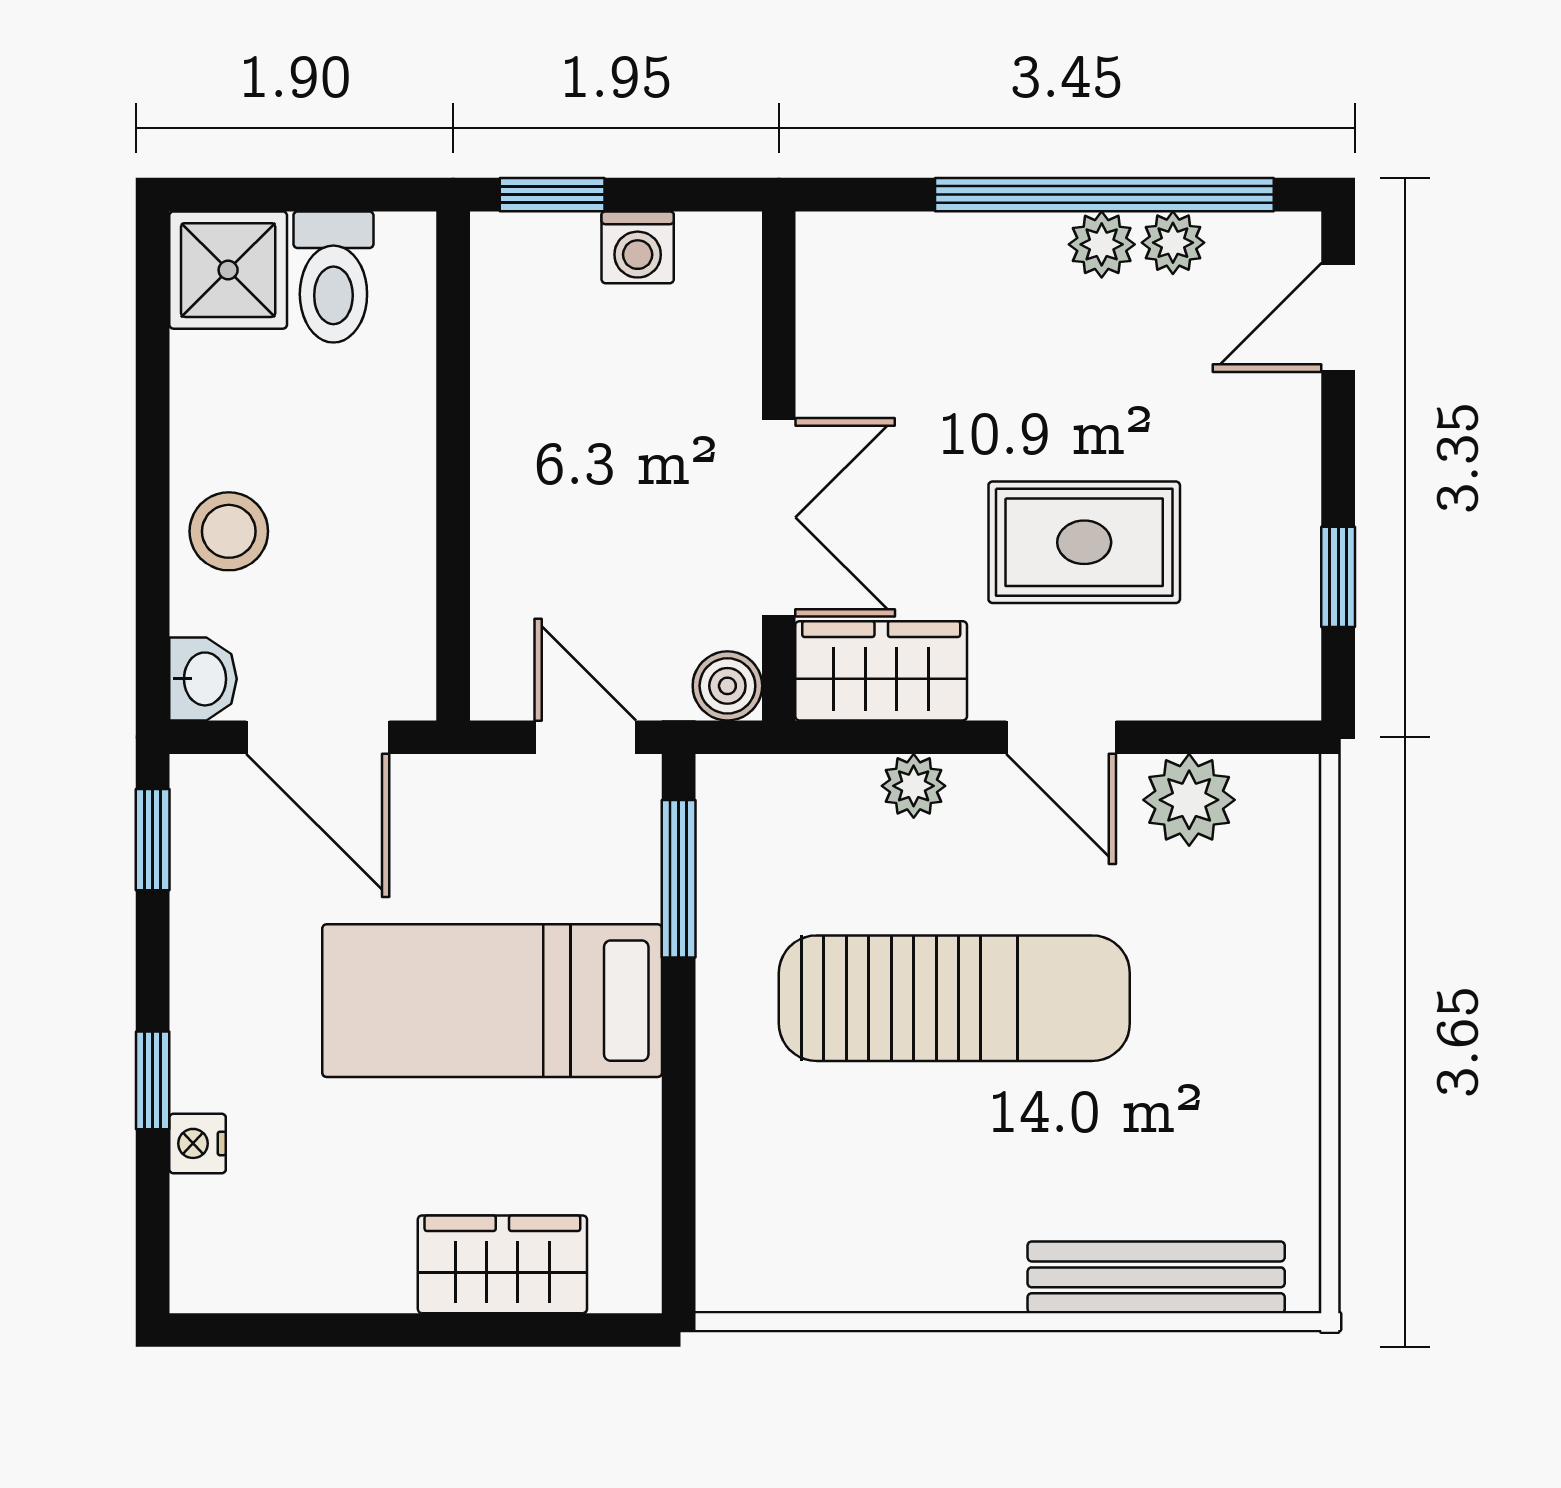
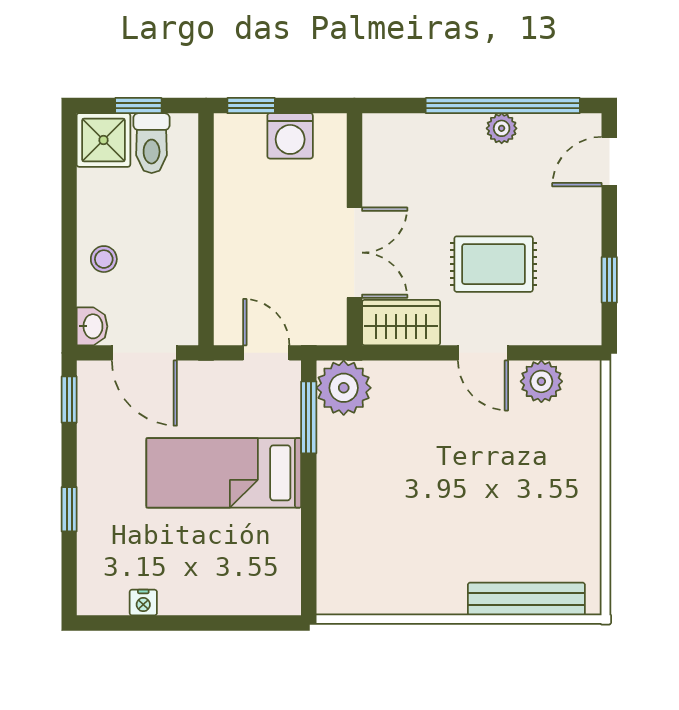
window: (305, 195) -> (138, 106), added
plant: (1173, 243) -> (534, 128), removed
washing machine: (638, 247) -> (290, 136), width x1.38, depth x1.38
stool: (229, 531) -> (104, 259), width x0.73, depth x0.73
boiler: (727, 686) -> (331, 329), removed
plant: (914, 786) -> (344, 388), moved, width x1.87, depth x1.87
sun lounger: (954, 998) -> (434, 472), removed
nightstand: (198, 1143) -> (143, 603), moved, turned -90
wardrobe: (502, 1264) -> (228, 593), removed

